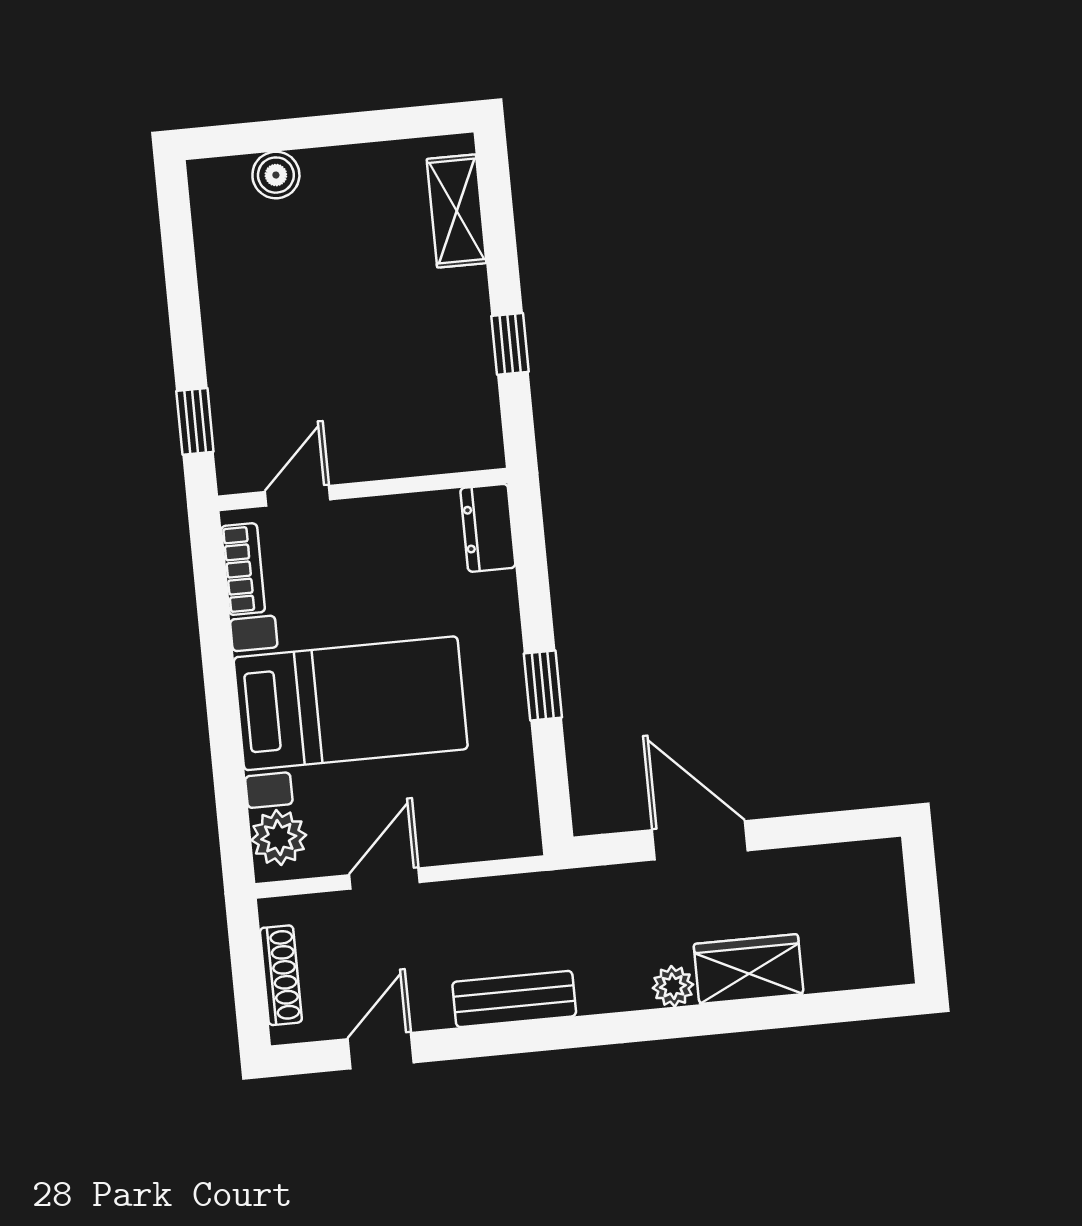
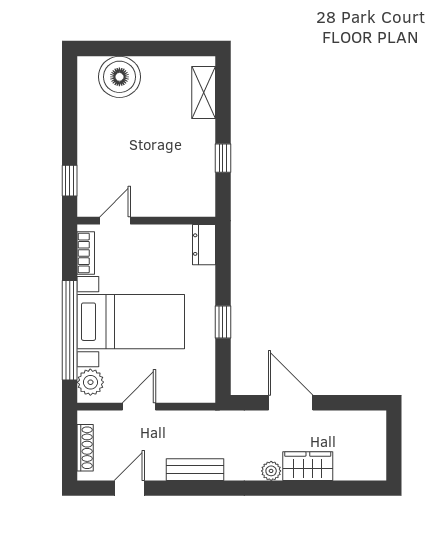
boiler: (276, 175) -> (119, 77), width x1.86, depth x1.86
window: (225, 733) -> (70, 330), added

